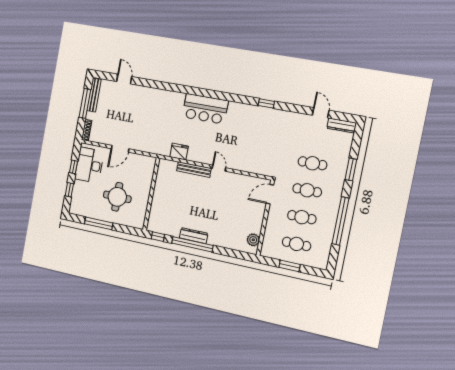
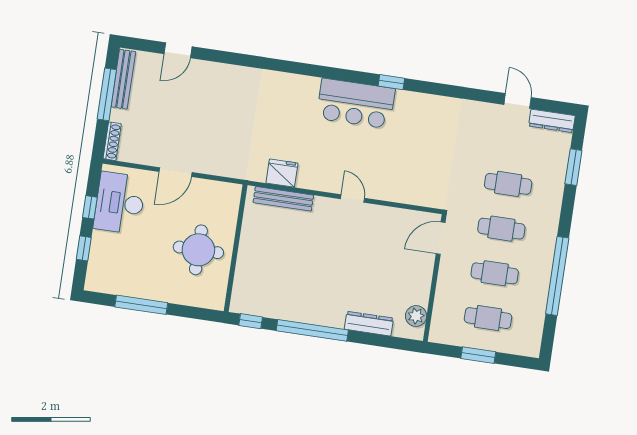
door: (124, 79) -> (178, 50), swing flipped
window: (266, 103) -> (391, 82), moved
bar counter: (205, 109) -> (356, 104), moved
window: (351, 169) -> (573, 167), moved
bench: (194, 170) -> (283, 199), moved
round table: (117, 197) -> (198, 250), moved
dresser: (194, 236) -> (369, 324), moved

